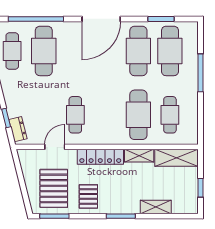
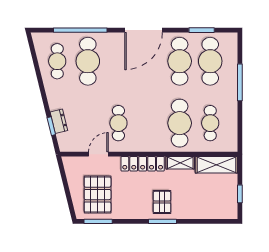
dresser: (18, 129) -> (59, 121), moved
pallet: (88, 196) -> (162, 202), moved
shelving: (156, 207) -> (197, 212), removed

